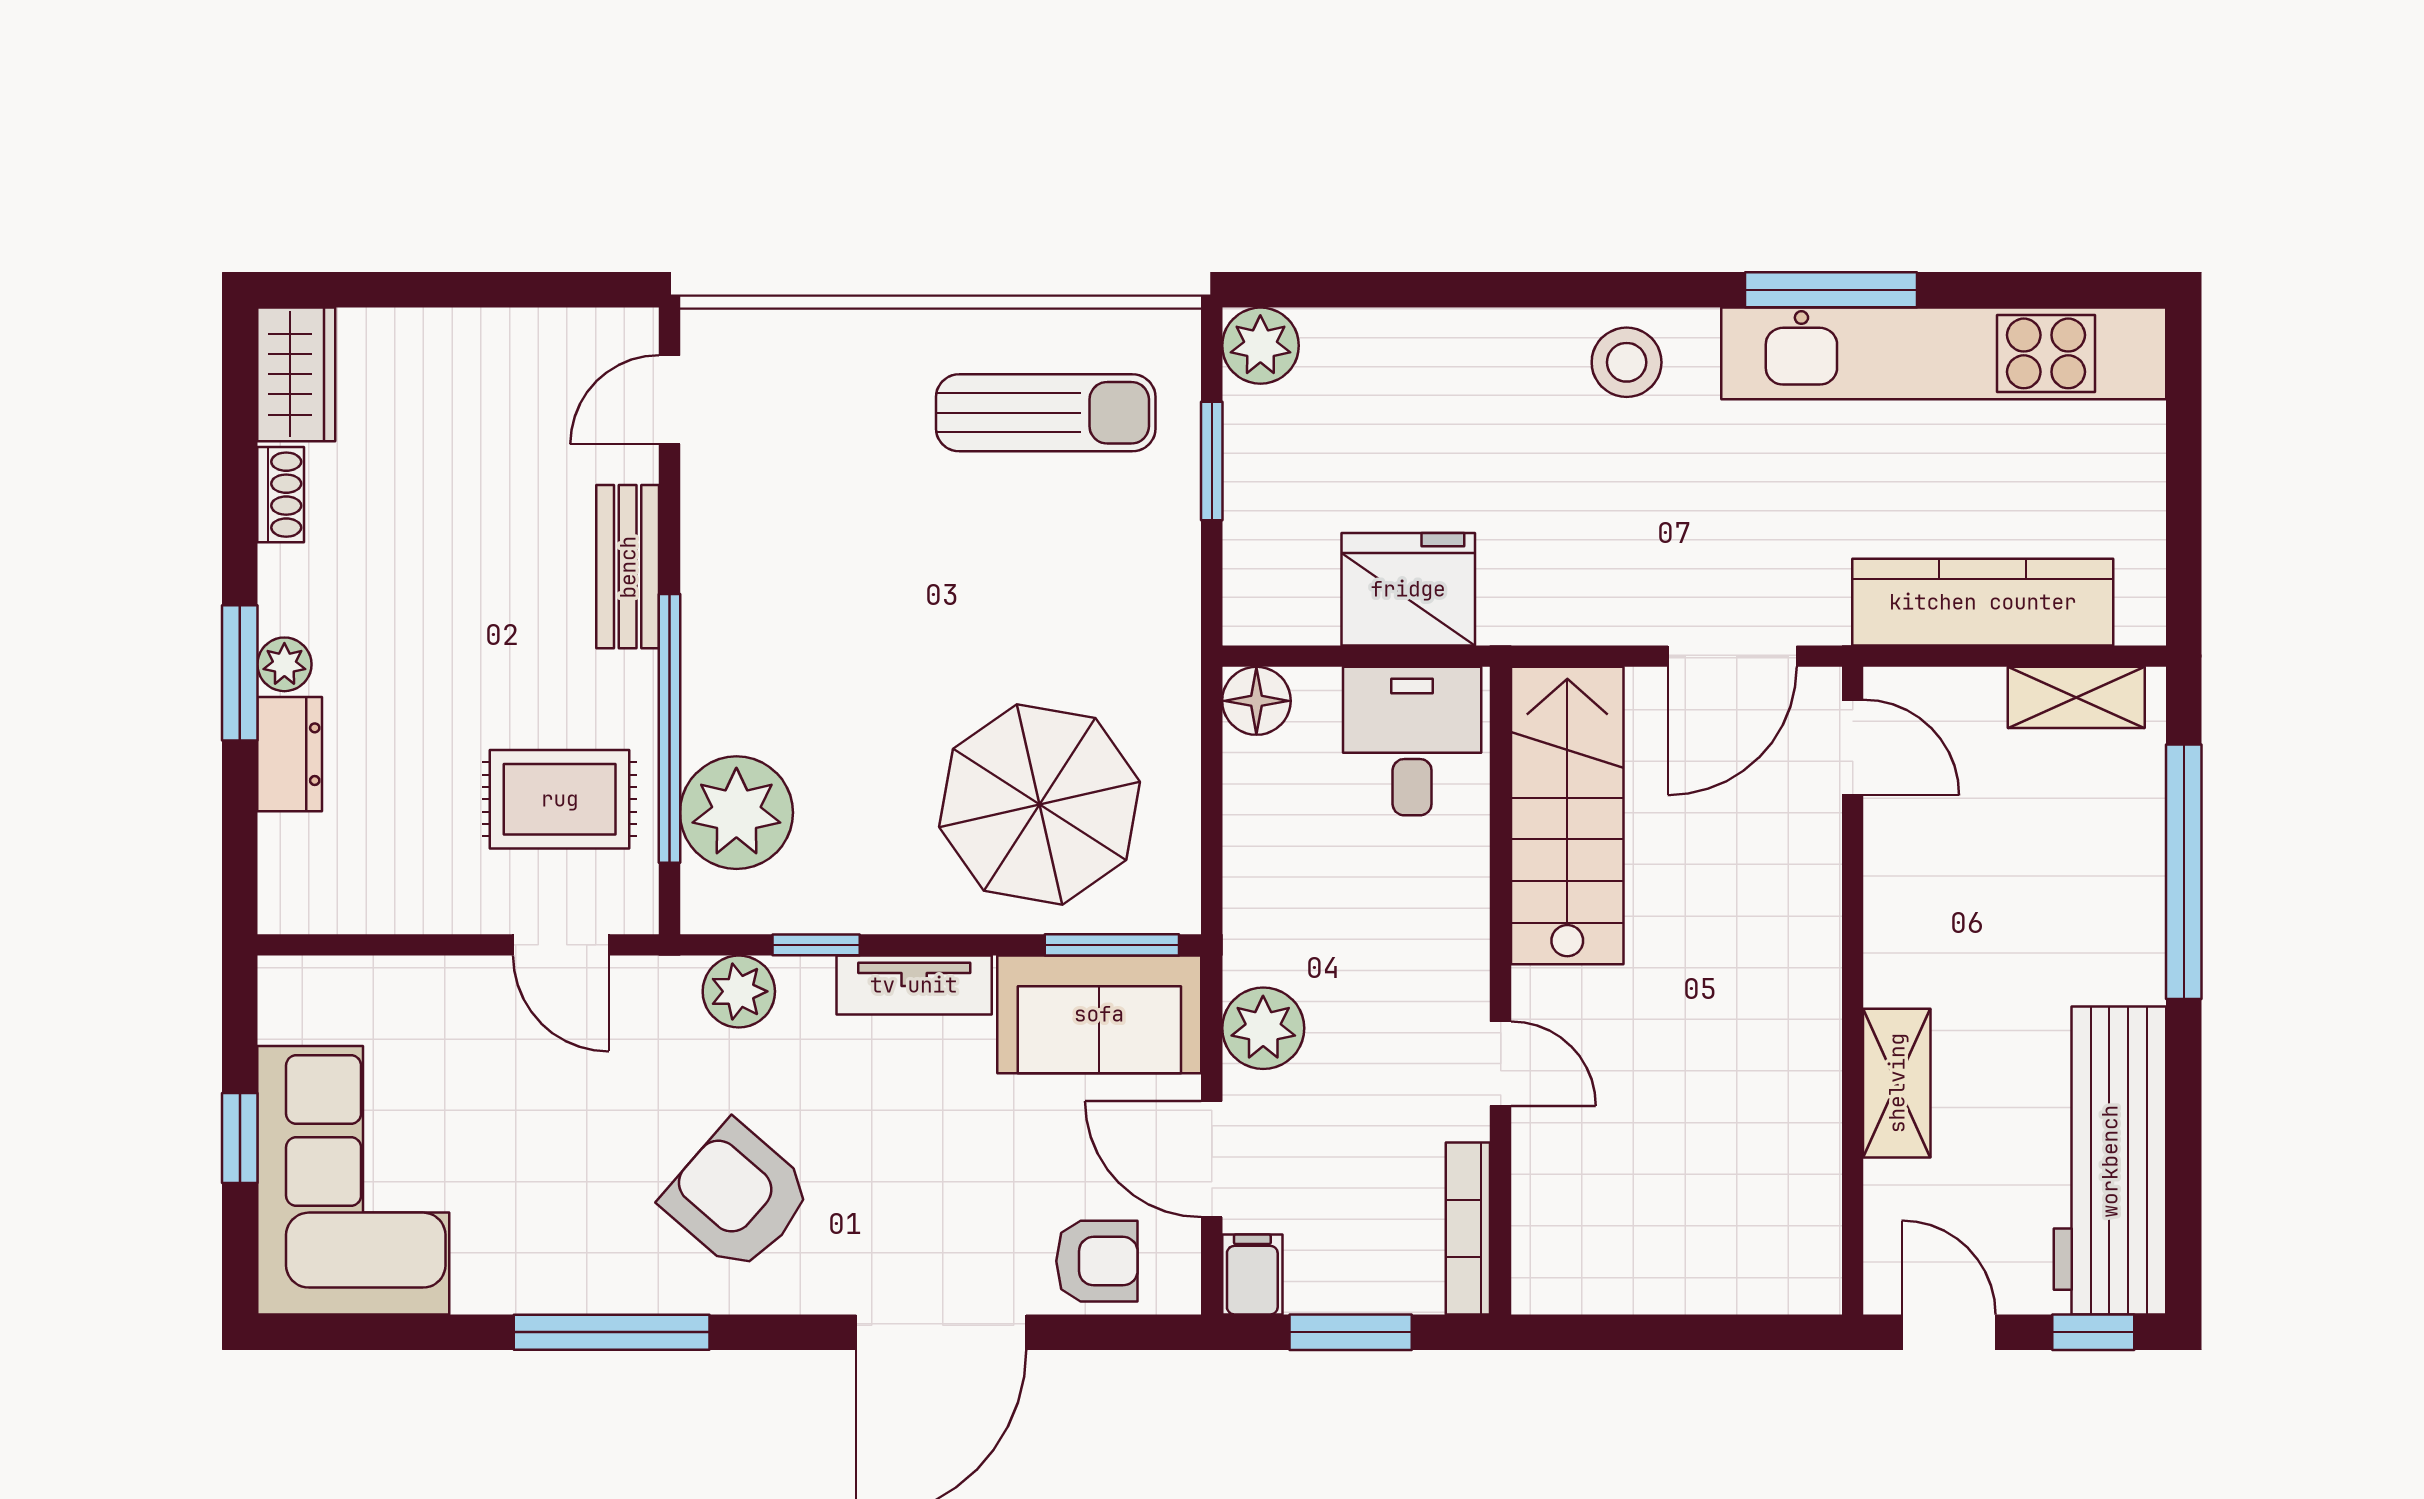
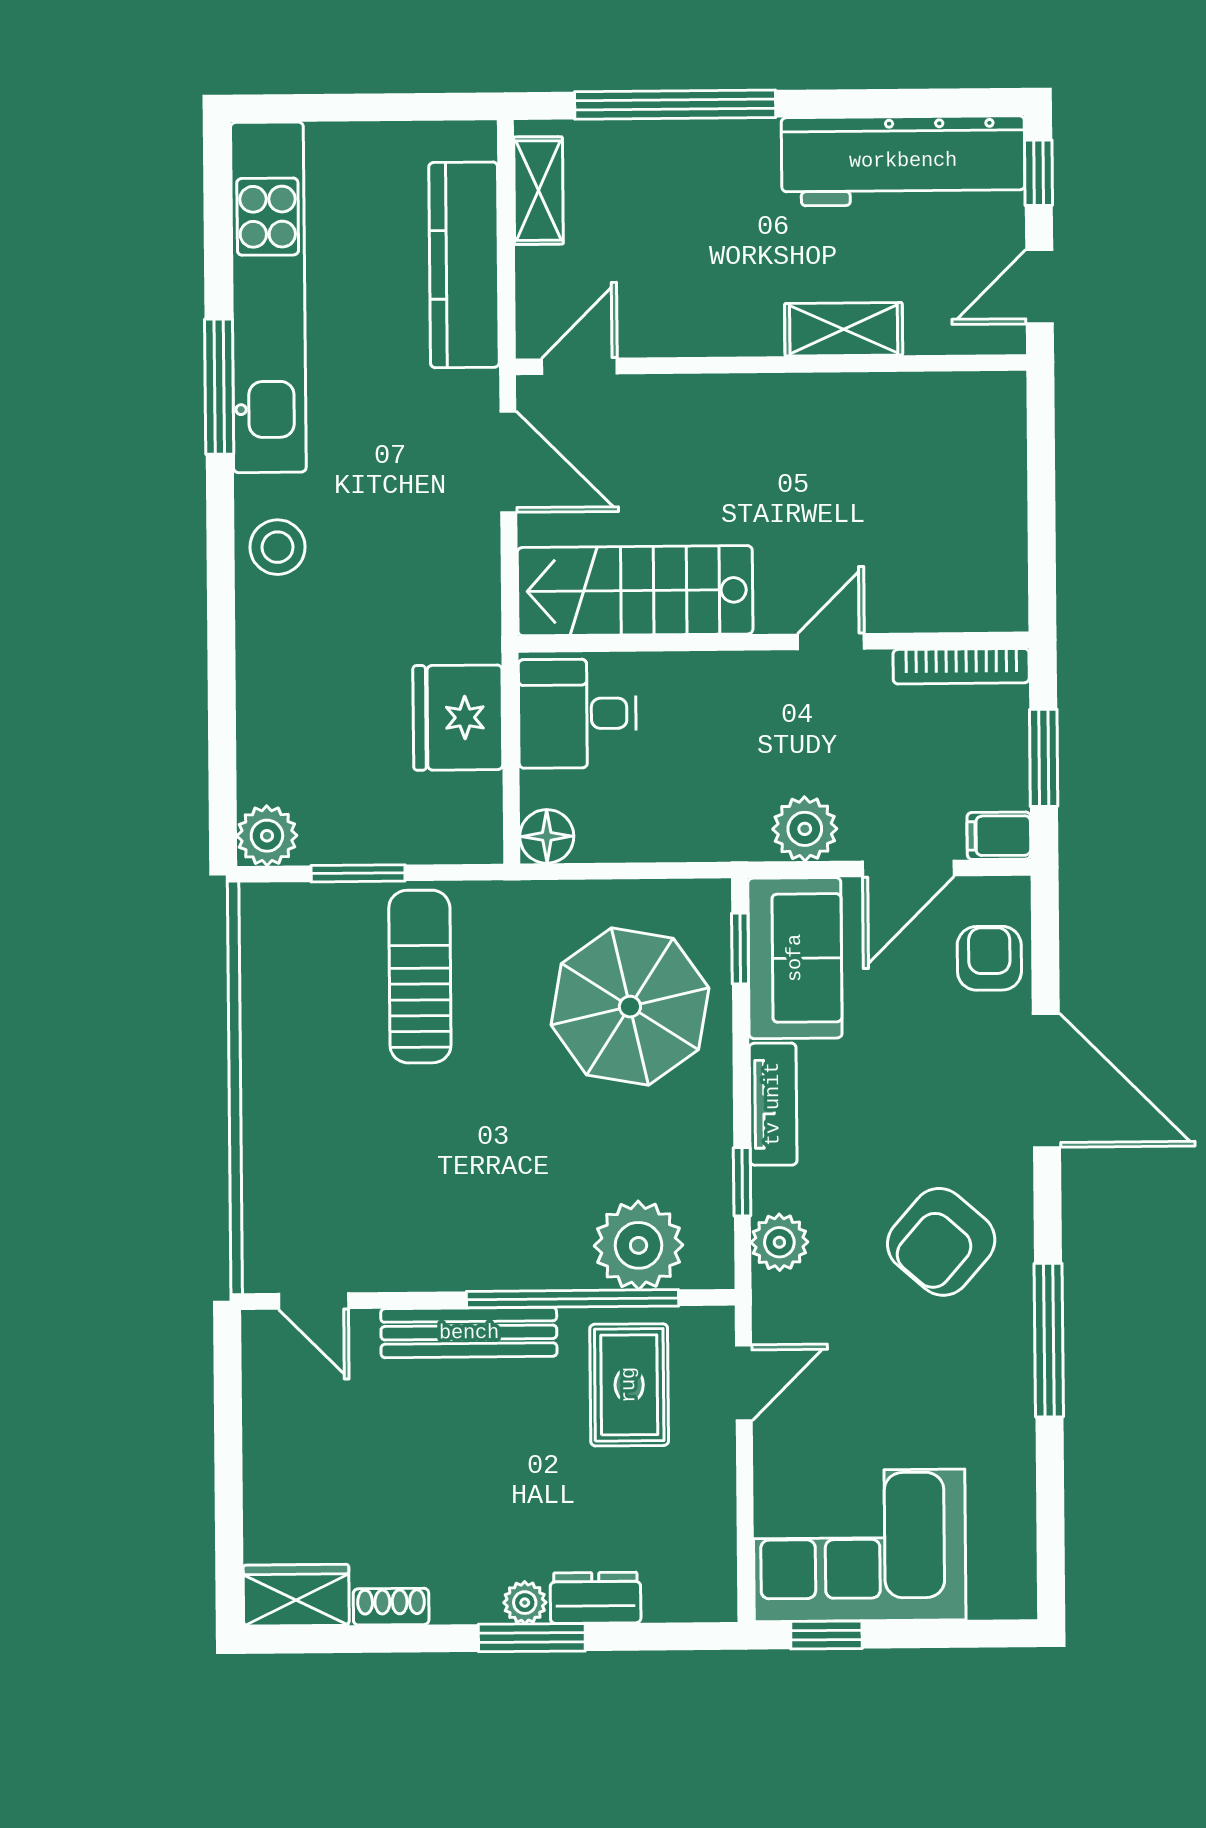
sun lounger: (1046, 413) -> (420, 977), moved
bench: (628, 567) -> (469, 1333), width x1.36
window: (1112, 945) -> (740, 949), width x0.67
window: (240, 1138) -> (826, 1635), moved
corner sofa: (353, 1180) -> (859, 1545), moved

